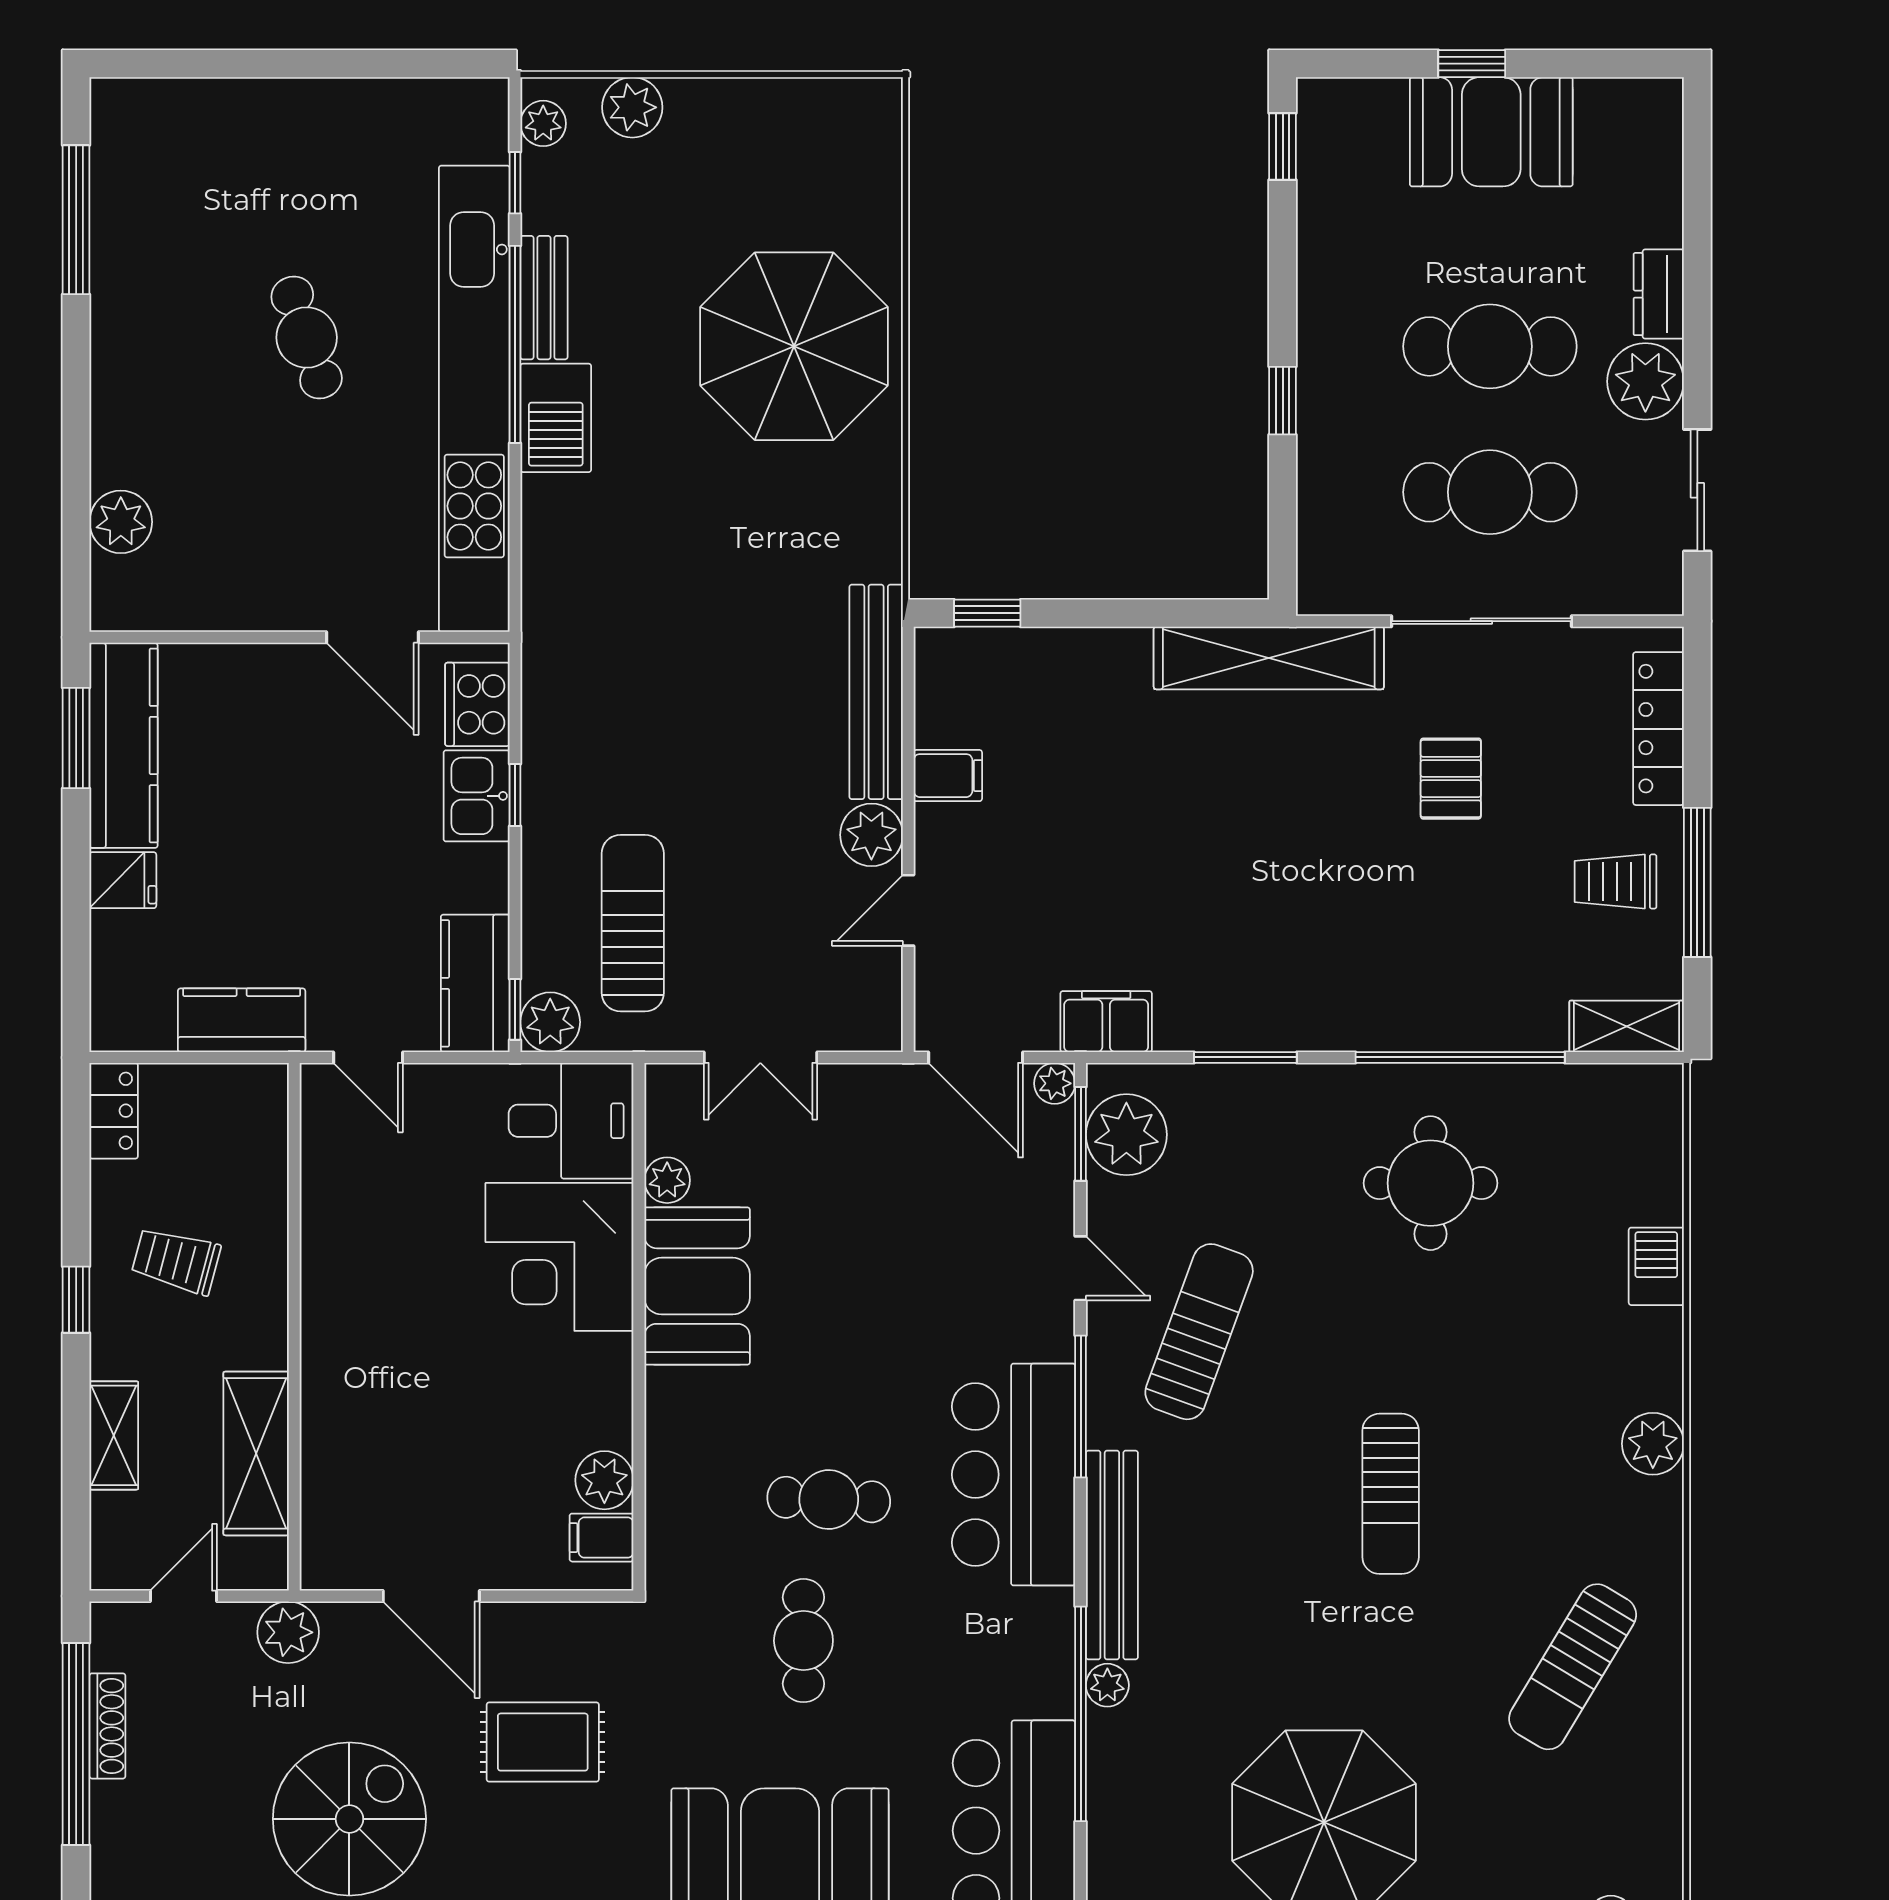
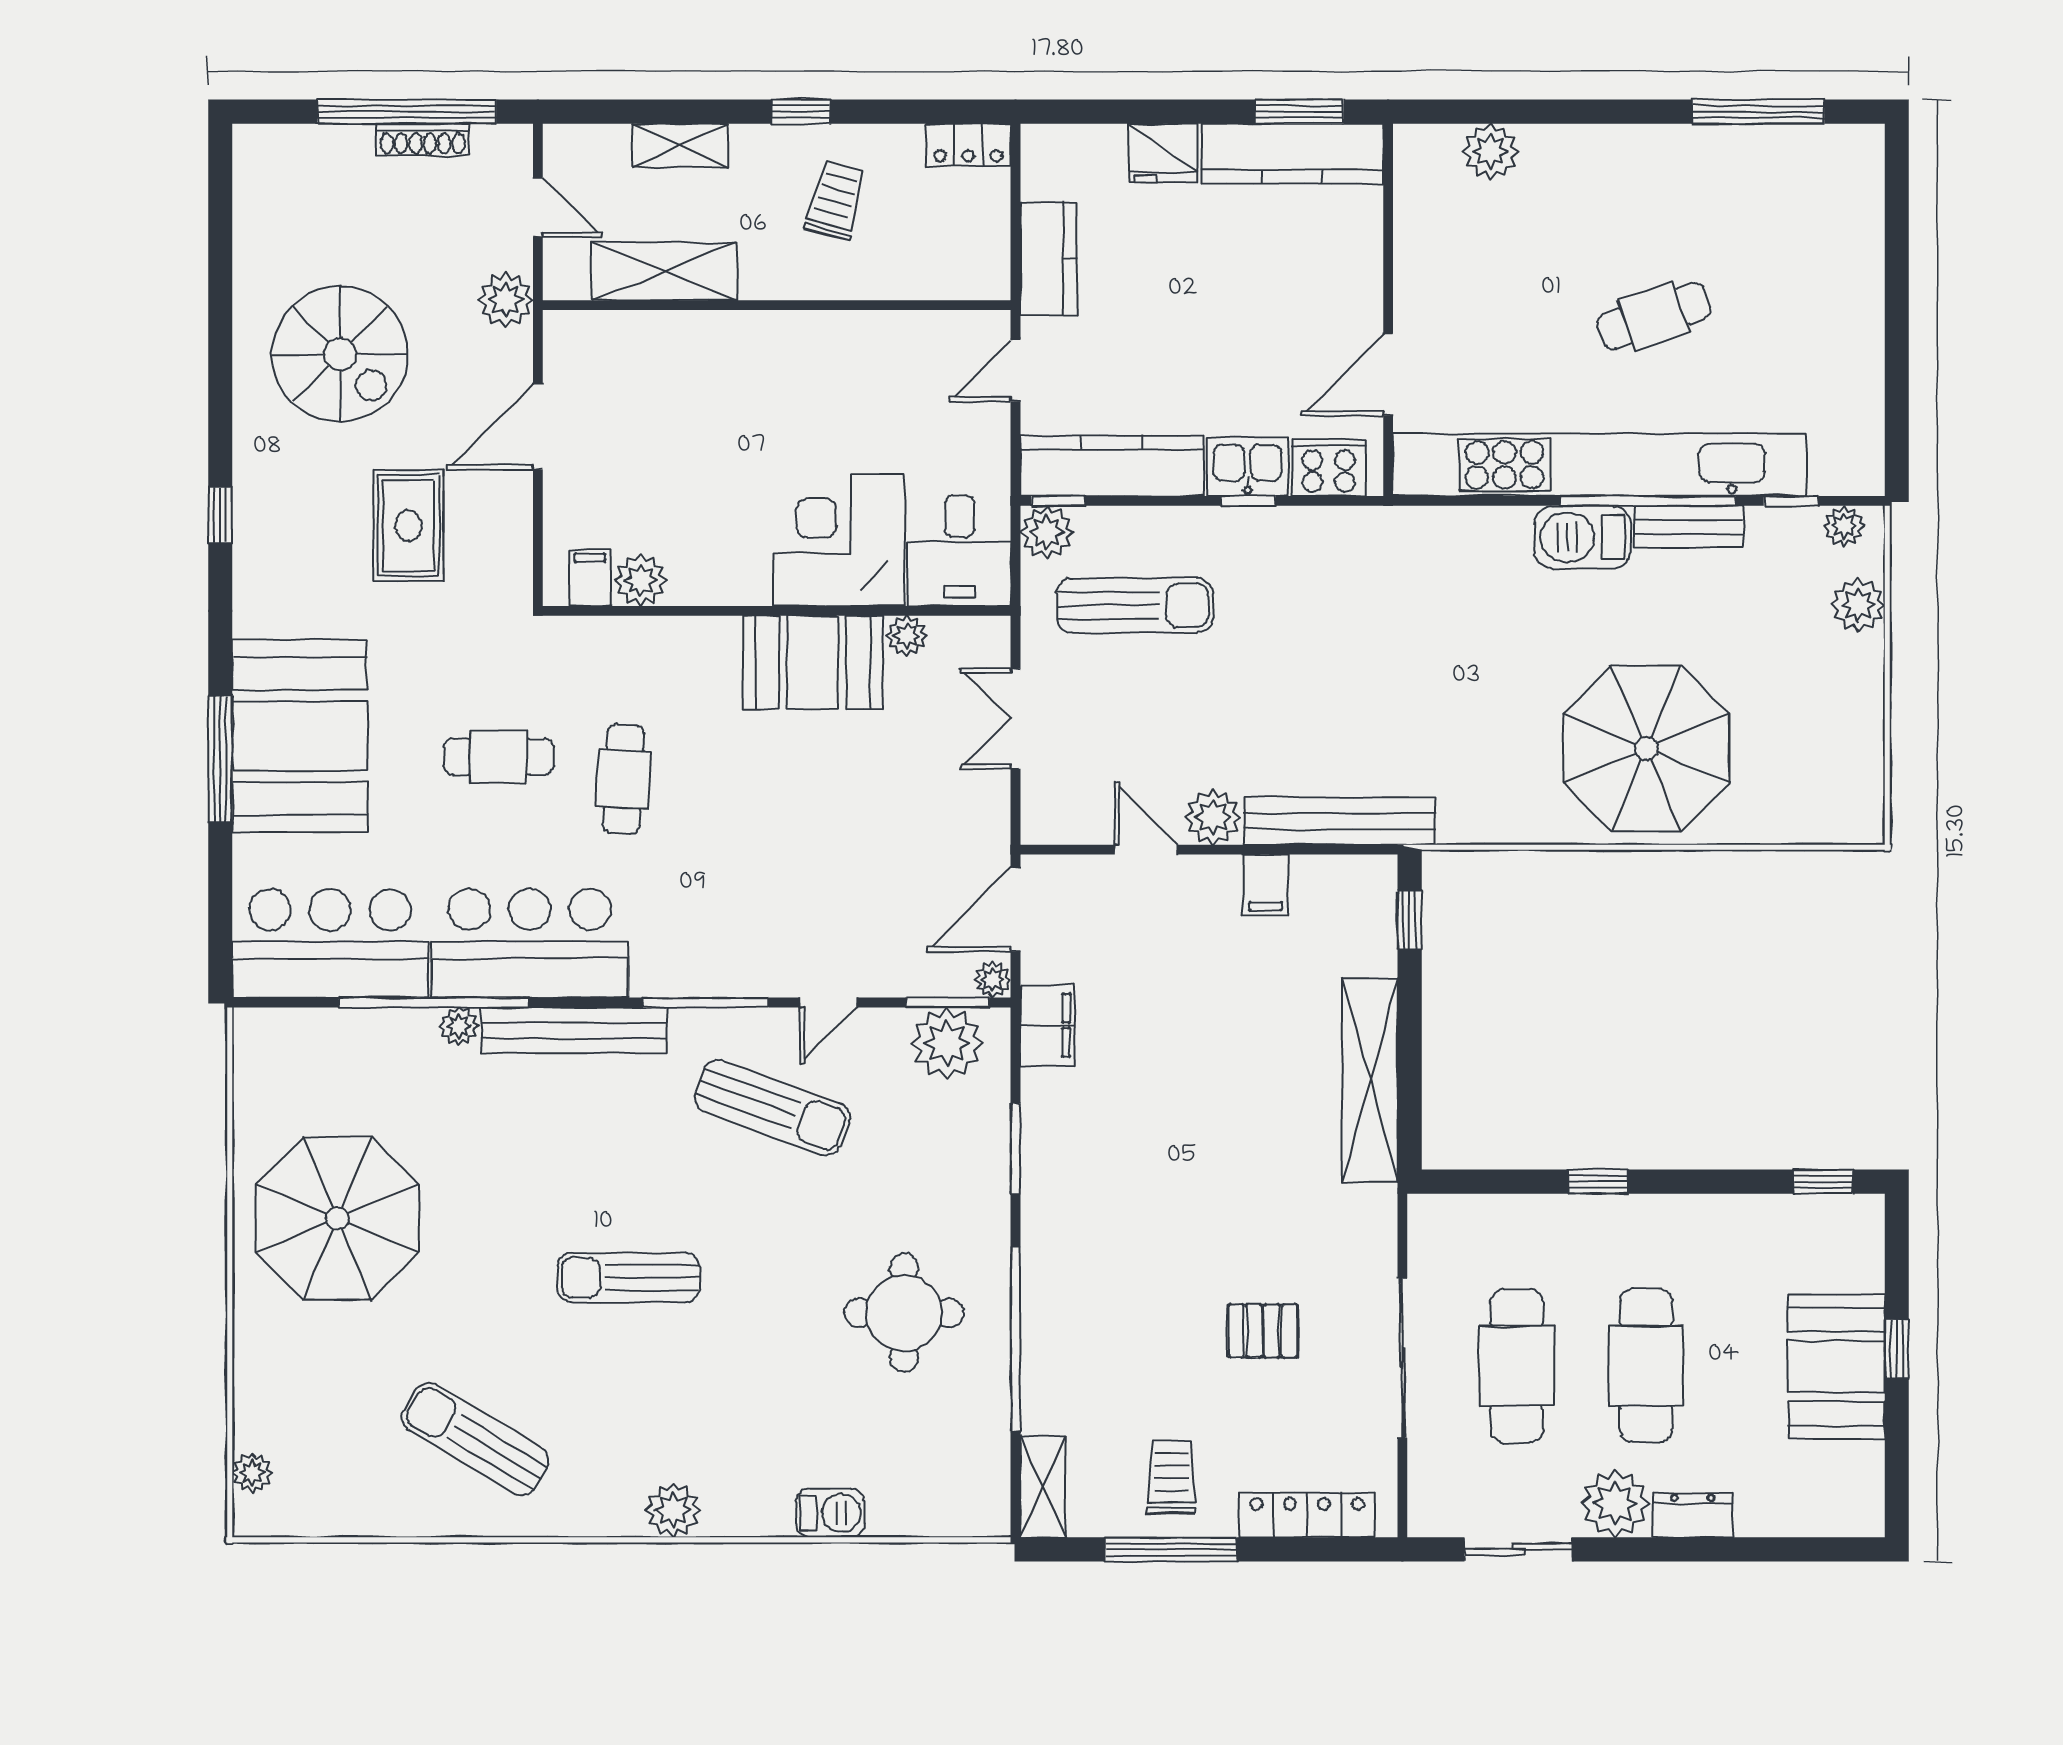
shelving: (1269, 658) -> (1370, 1080), moved
fridge: (123, 880) -> (1163, 153), width x1.38
kitchen counter: (475, 983) -> (1112, 466), width x1.50
bar counter: (1014, 1475) -> (530, 943), moved

